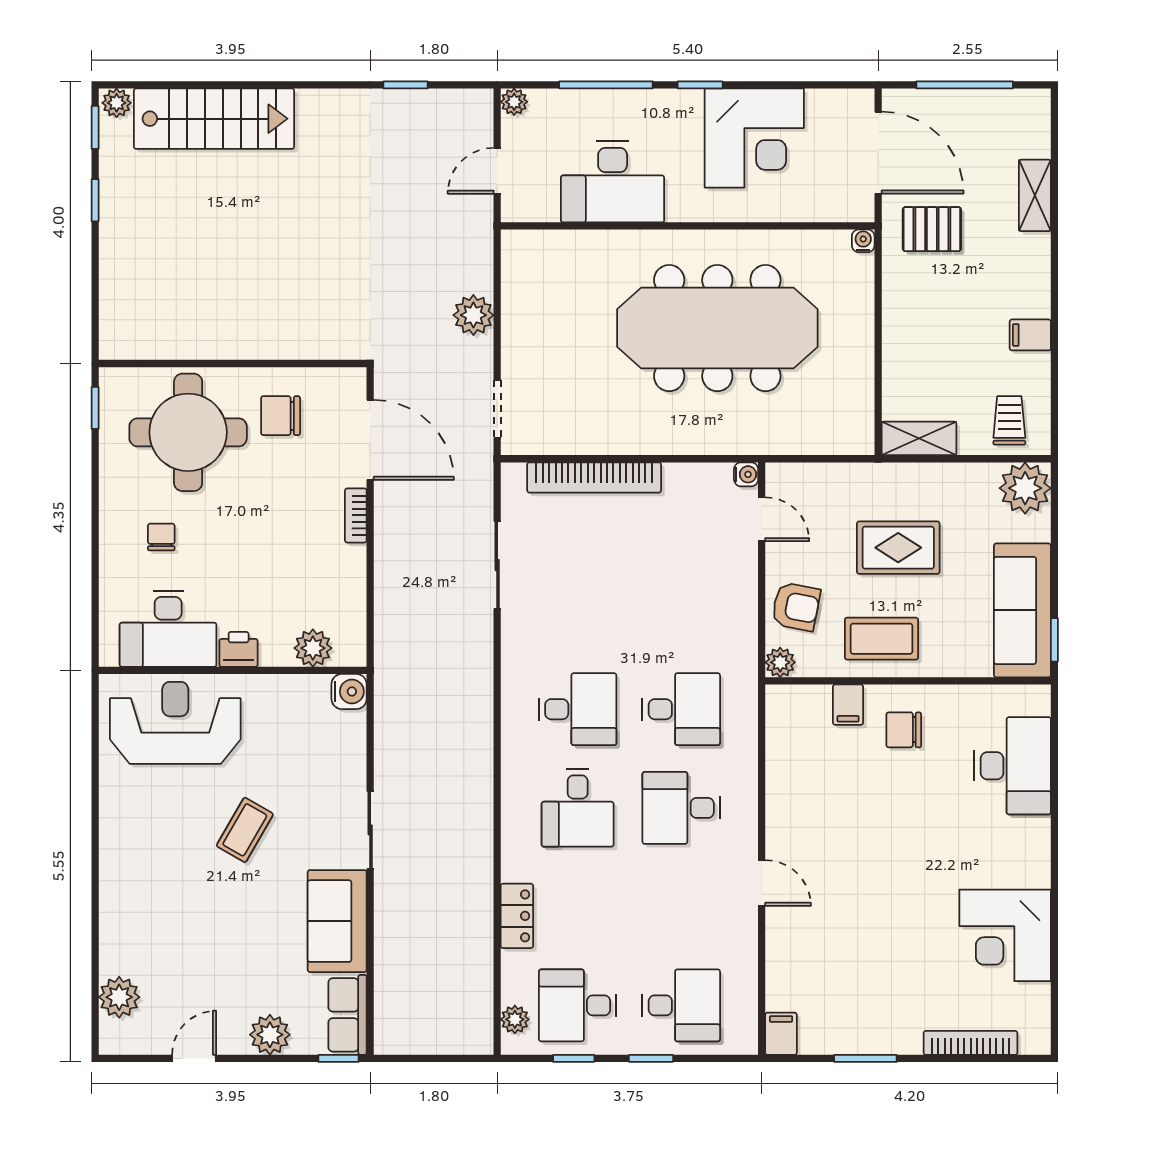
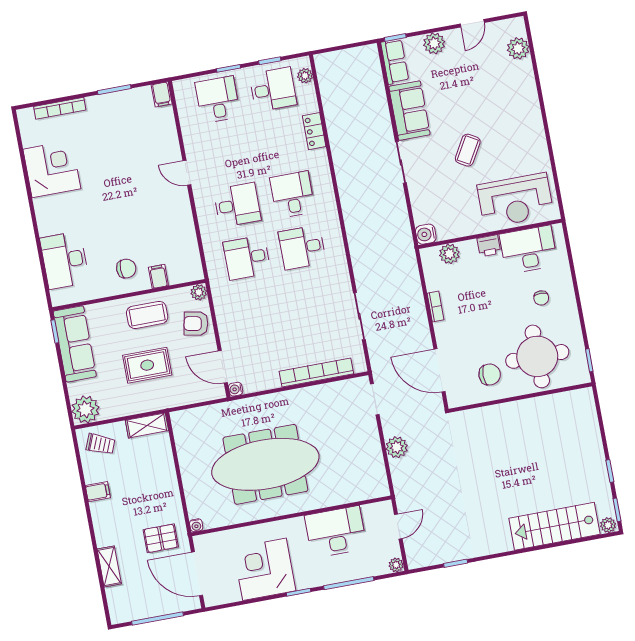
trolley: (1009, 420) -> (101, 444), turned -68
bookcase: (356, 515) -> (435, 306), moved
door: (762, 519) -> (223, 367), width x1.38
desk: (681, 1005) -> (218, 100), turned 90

